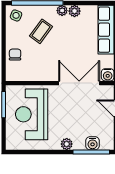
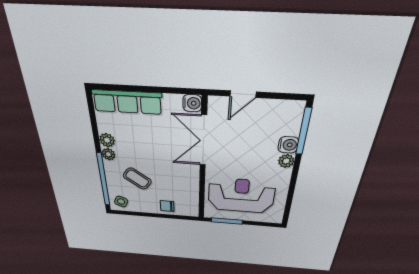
reception desk: (32, 114) -> (241, 196), turned 180
water cooler: (93, 143) -> (288, 145), moved

